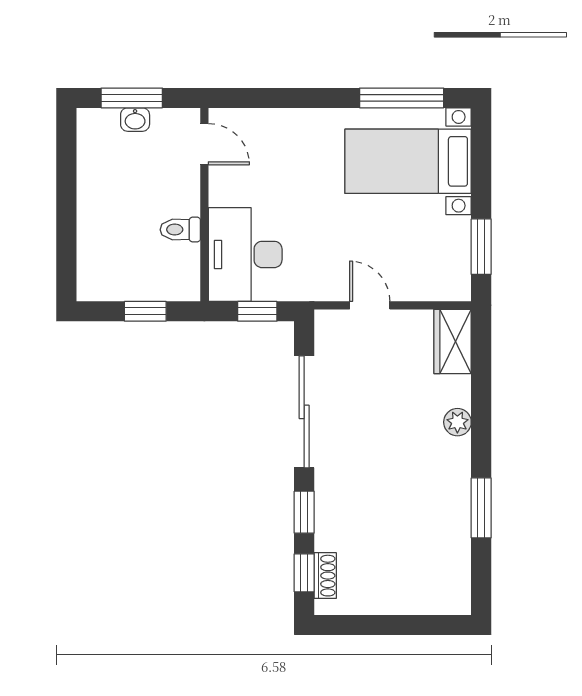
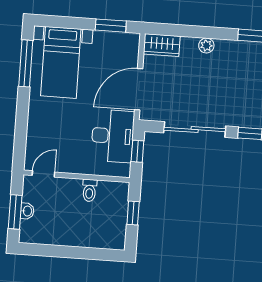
desk: (245, 254) -> (113, 136), moved, turned -90
door: (370, 305) -> (139, 89), width x1.87

